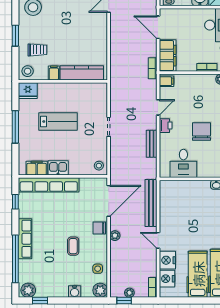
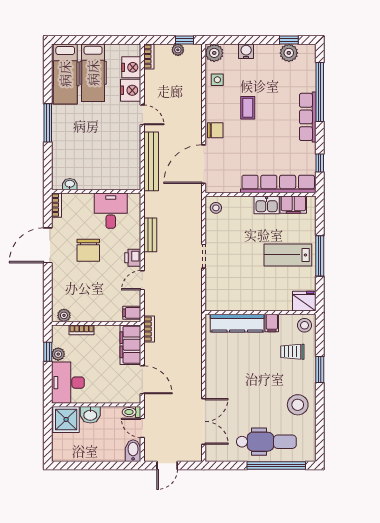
lab bench: (58, 122) -> (288, 255), moved
plant: (115, 236) -> (196, 121), removed
plant: (28, 290) -> (289, 53), moved

